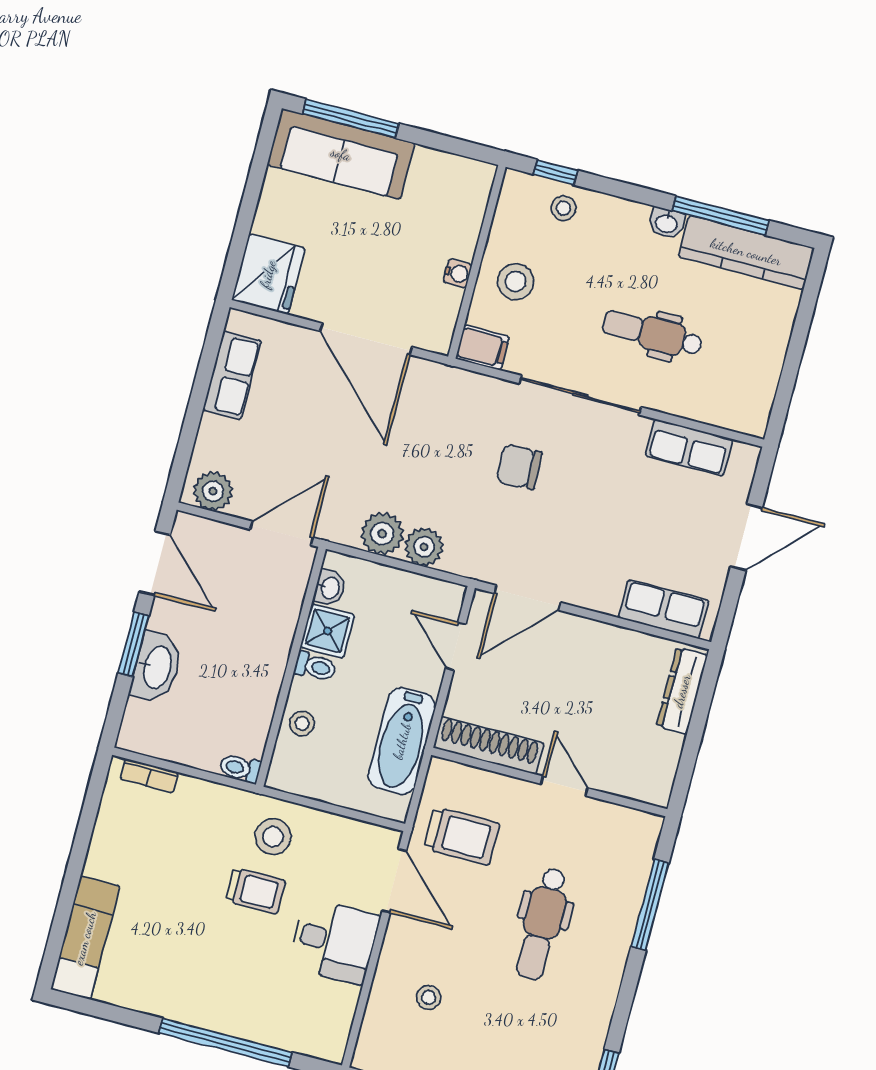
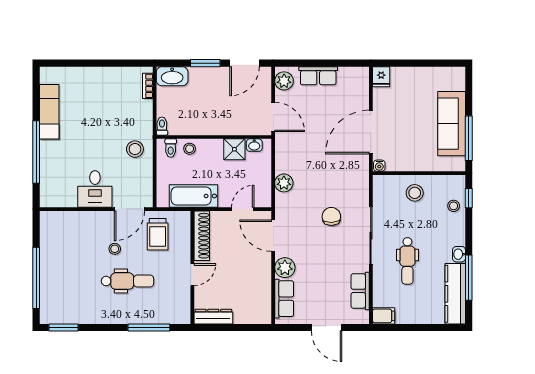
window: (351, 119) -> (469, 138), moved
sofa: (341, 154) -> (452, 124), moved
water cooler: (458, 273) -> (379, 166), moved
fridge: (268, 274) -> (381, 77), width x0.53, depth x0.75
dental chair: (652, 333) -> (407, 261), turned 180
filing cabinet: (482, 348) -> (384, 316), moved, turned -90
row of seats: (232, 375) -> (318, 76), moved
plant: (382, 534) -> (285, 268), moved
washbasin: (156, 667) -> (172, 76), moved
toilet: (315, 667) -> (171, 148), moved
dresser: (682, 691) -> (213, 317), moved
trolley: (255, 891) -> (108, 148), removed
dental chair: (542, 924) -> (127, 281), turned 180
exam couch: (85, 938) -> (49, 112), moved, turned -90
stool: (429, 998) -> (115, 249), moved

